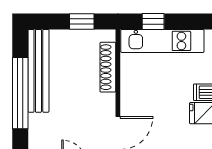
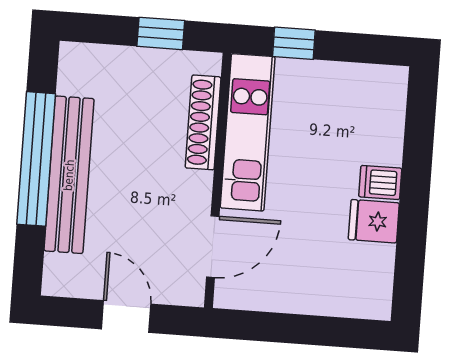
kitchen unit: (162, 41) -> (248, 132), moved, turned -90
bench: (38, 71) -> (69, 175), moved

